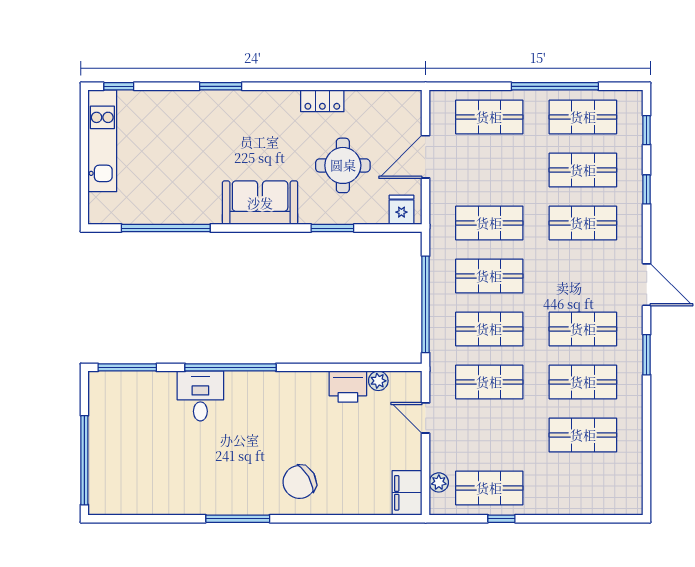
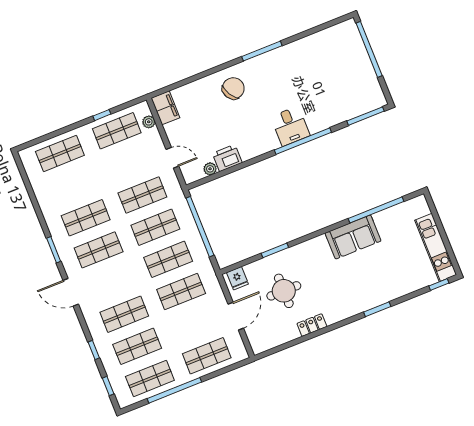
sofa: (260, 203) -> (353, 237), moved
desk: (200, 396) -> (290, 126), moved
shop shelf: (583, 435) -> (60, 153), moved

